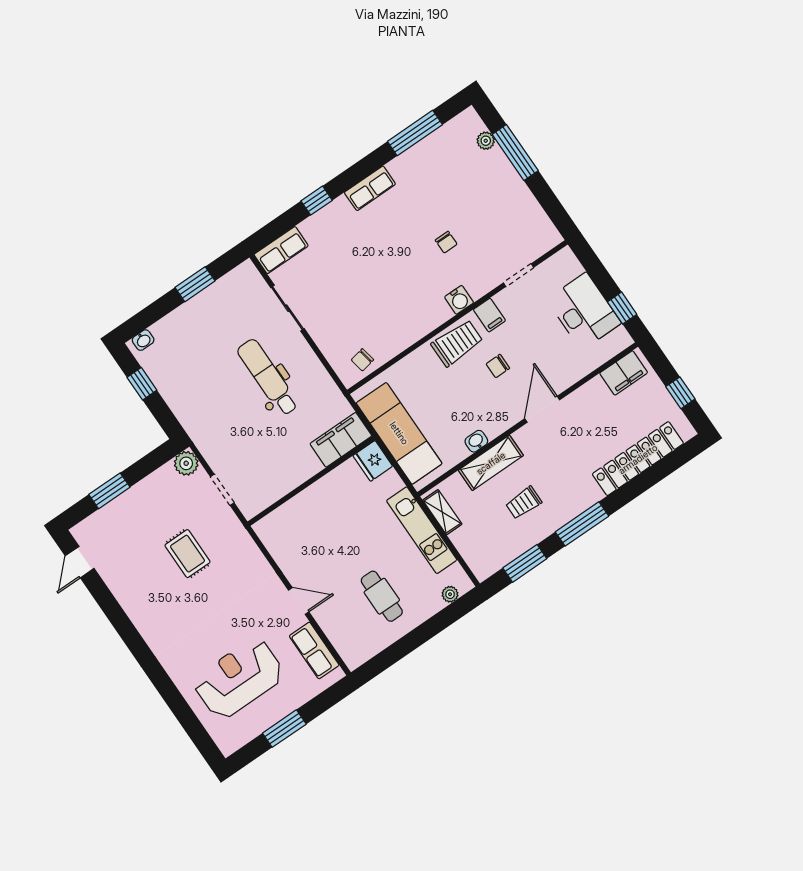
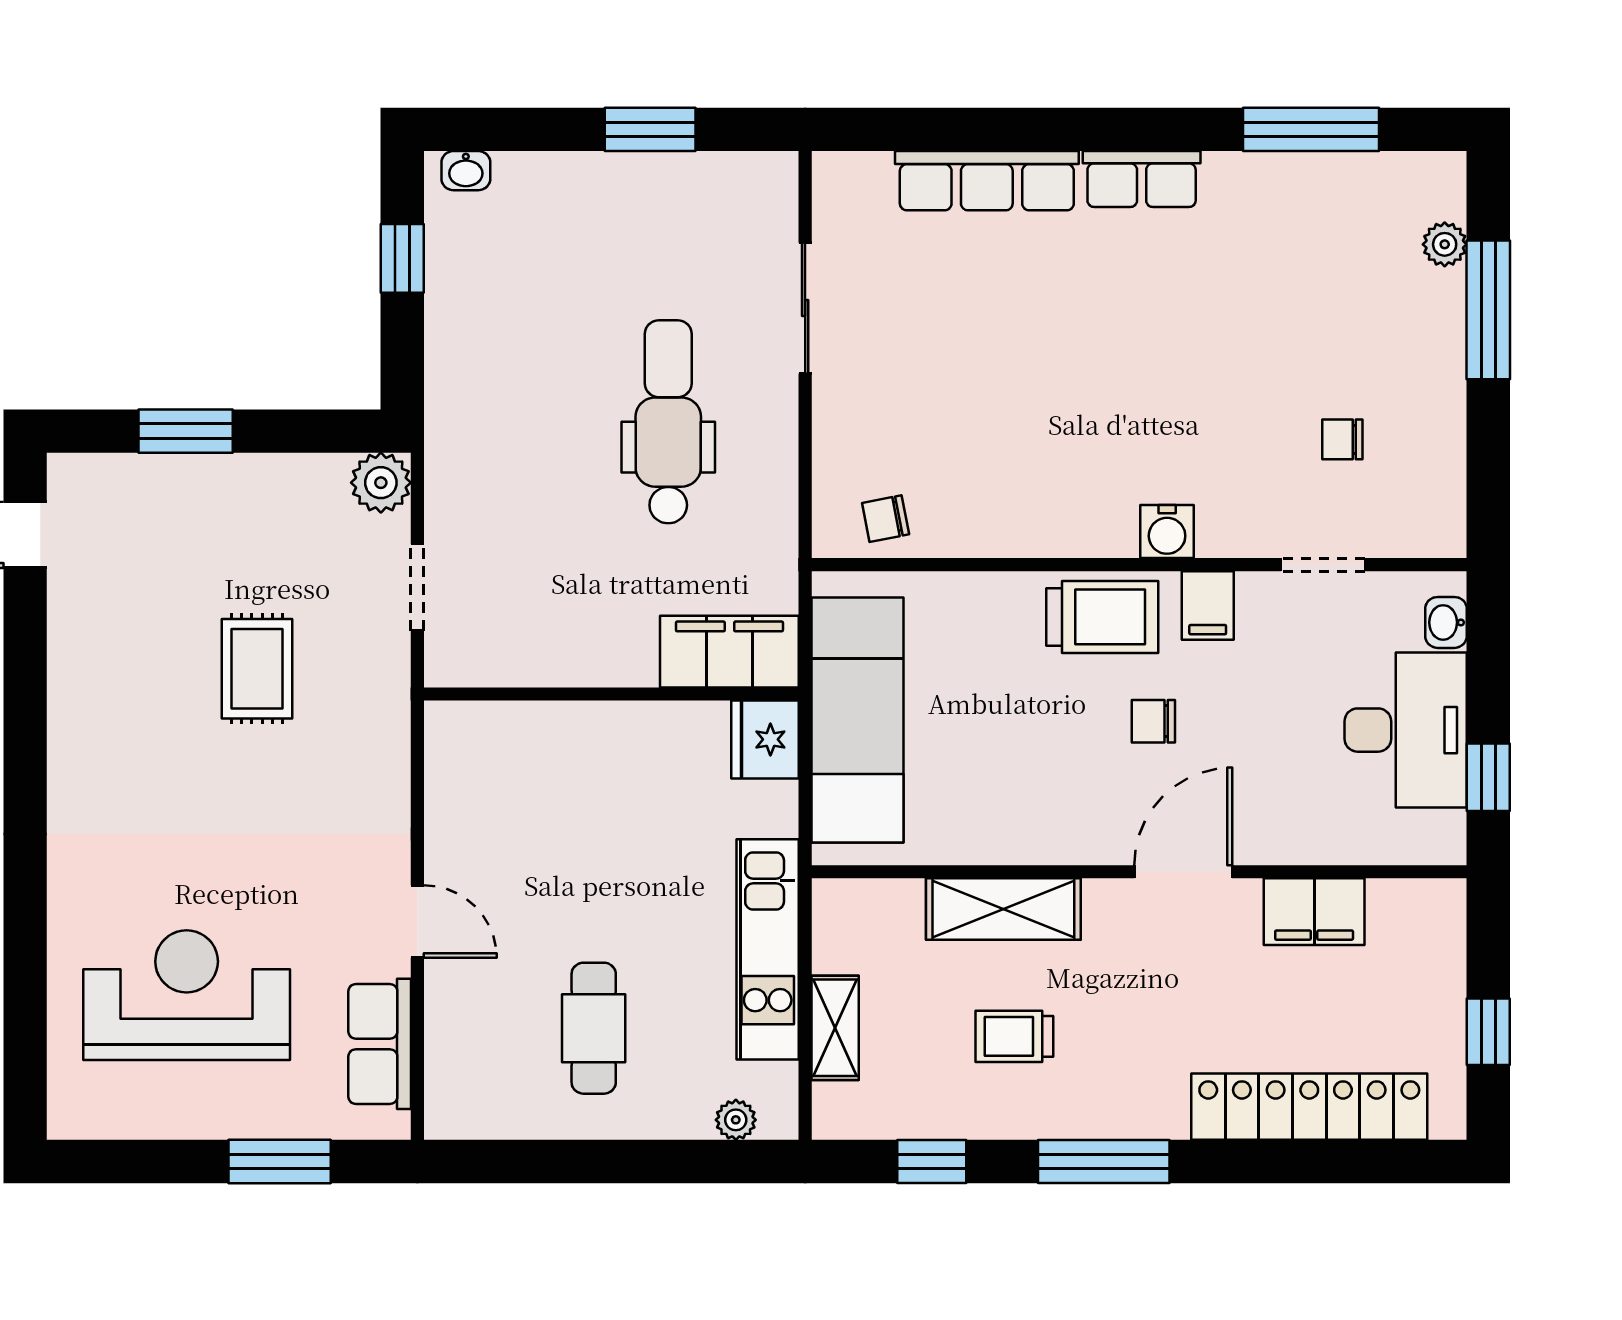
window: (317, 201) -> (1016, 129), removed
chair: (446, 242) -> (1342, 439), moved, turned 90
row of seats: (281, 250) -> (987, 181), moved, width x1.48
filing cabinet: (624, 373) -> (1314, 912), moved
washbasin: (476, 441) -> (1446, 622), moved, turned -90
shelving: (442, 512) -> (835, 1028), moved
window: (525, 563) -> (932, 1162), width x0.67
window: (284, 729) -> (280, 1162), moved

